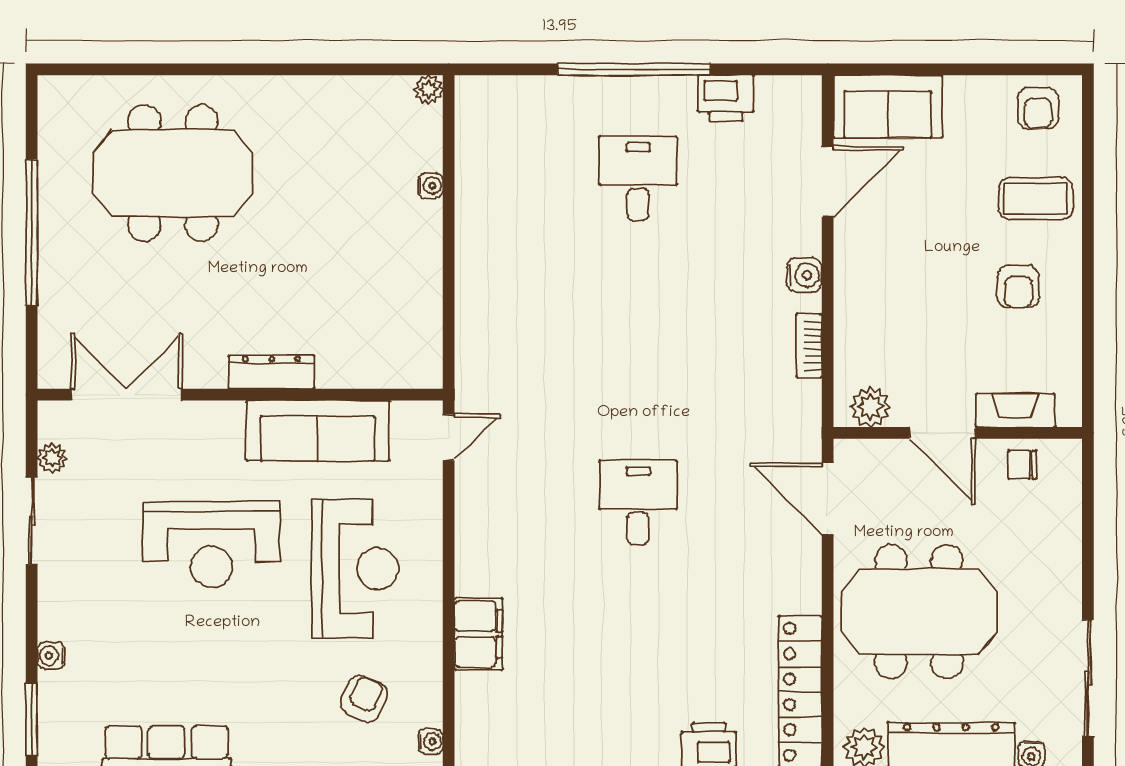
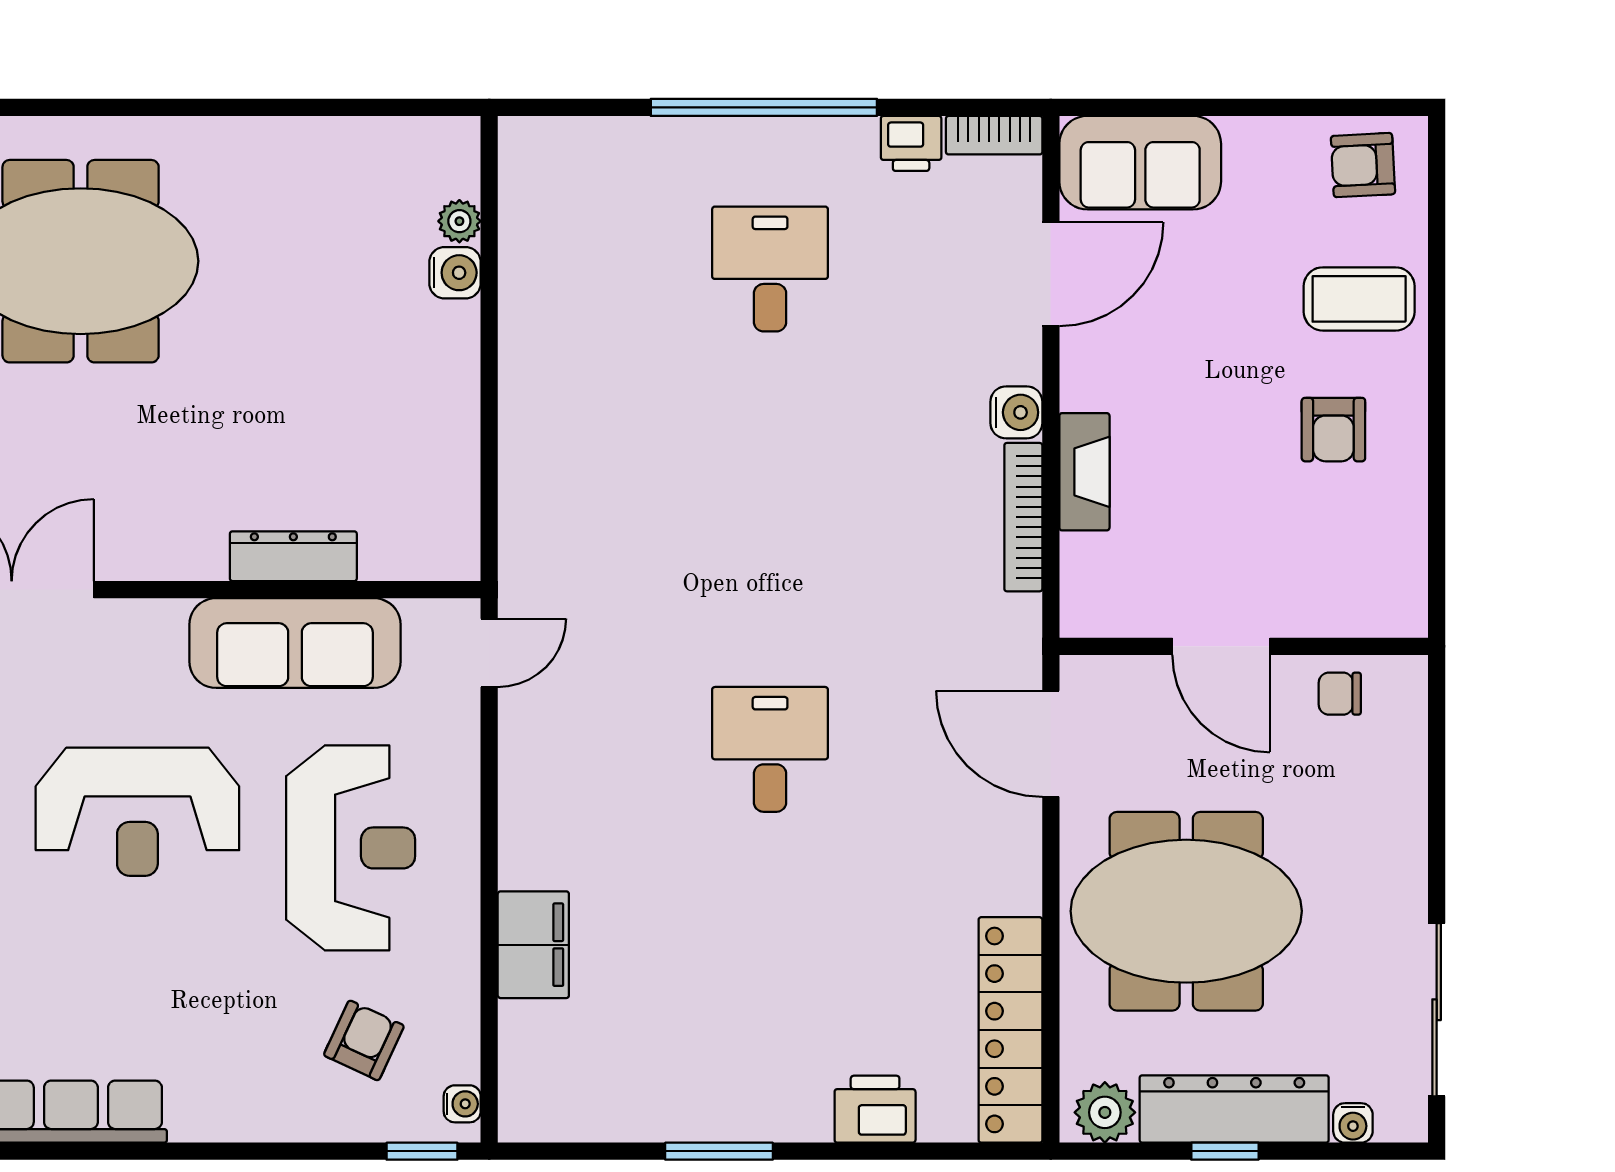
bookcase: (789, 88) -> (994, 135), added
plant: (429, 89) -> (459, 221), moved
printer: (726, 98) -> (911, 143), width x0.73, depth x0.81
armchair: (1038, 108) -> (1363, 165), turned 87
water cooler: (430, 186) -> (455, 273), width x1.38, depth x1.38
bookcase: (809, 346) -> (1023, 517), width x1.56
dresser: (272, 372) -> (293, 556), moved
plant: (870, 407) -> (1114, 608), removed
fireplace: (1015, 410) -> (1084, 472), moved, turned 90

